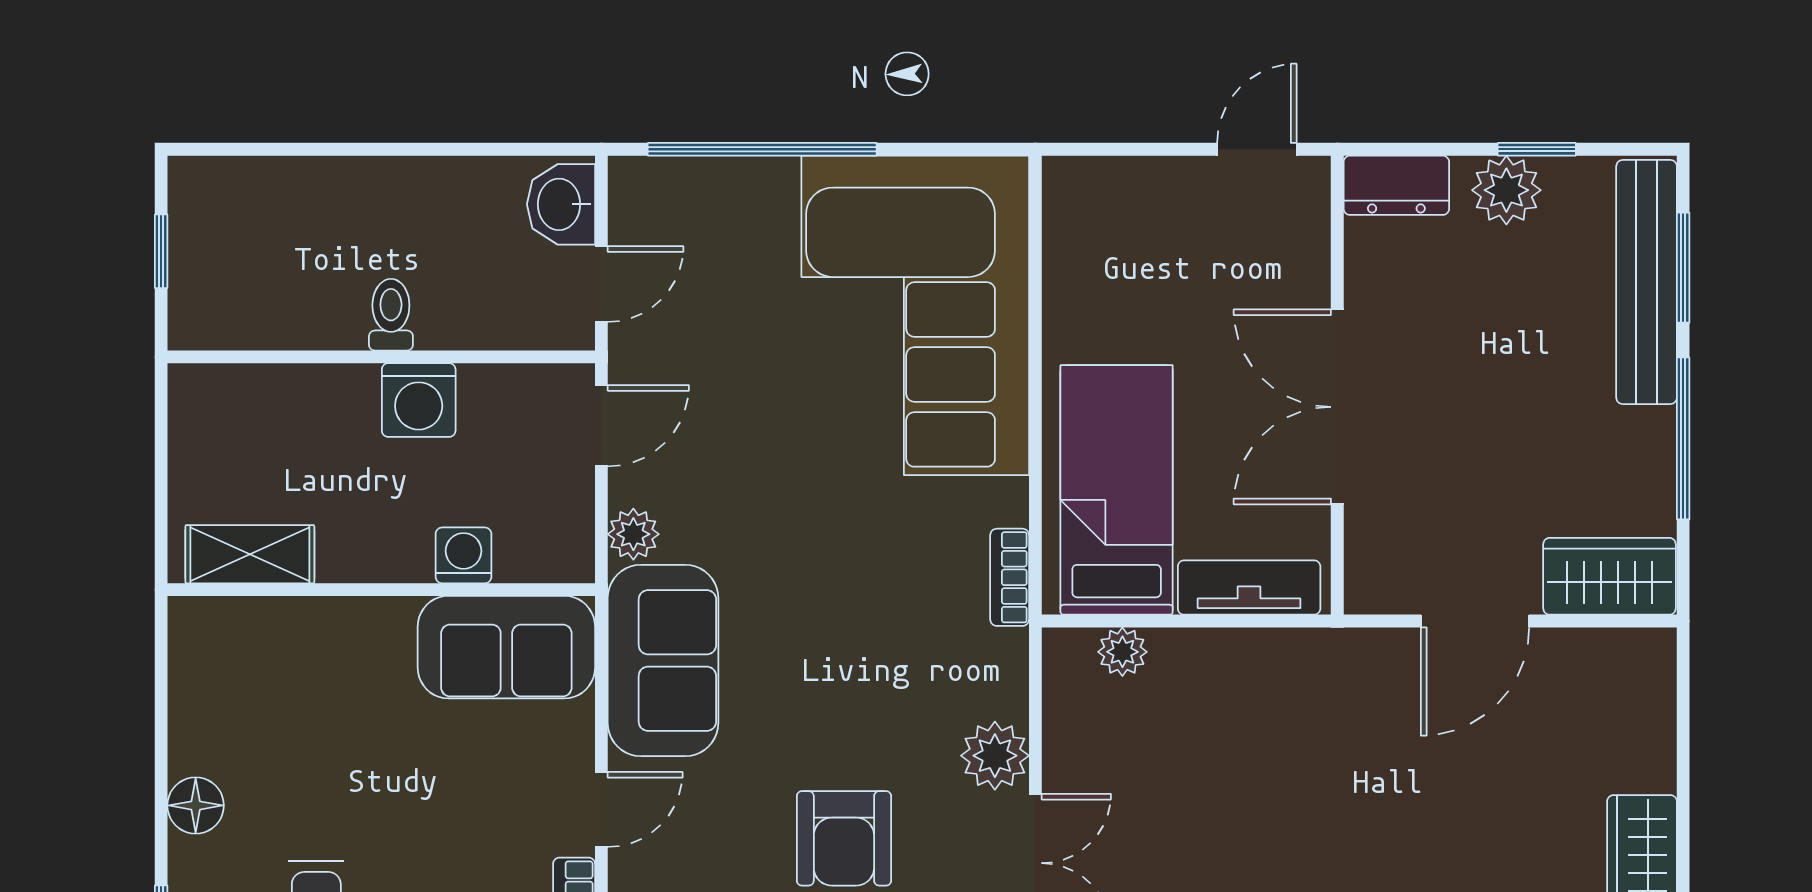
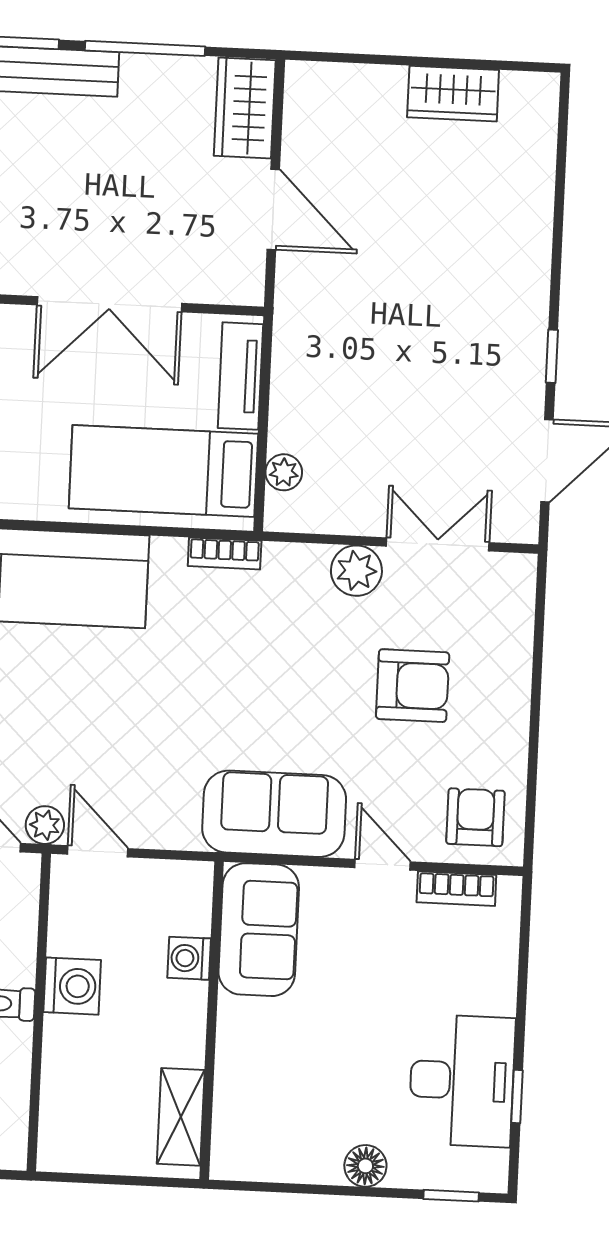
plant: (633, 534) -> (45, 825), moved

